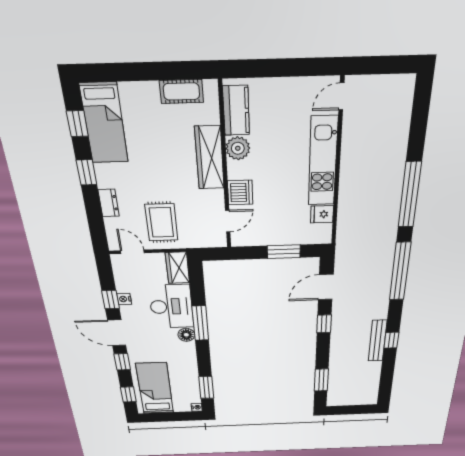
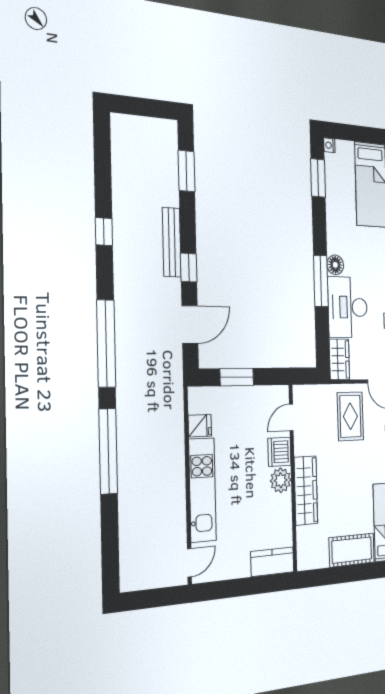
cot: (181, 91) -> (352, 550), moved, width x1.37, depth x1.34
kitchen counter: (236, 111) -> (272, 562), moved, turned 90
plant: (238, 148) -> (281, 480), moved
bench: (378, 341) -> (172, 242), moved

